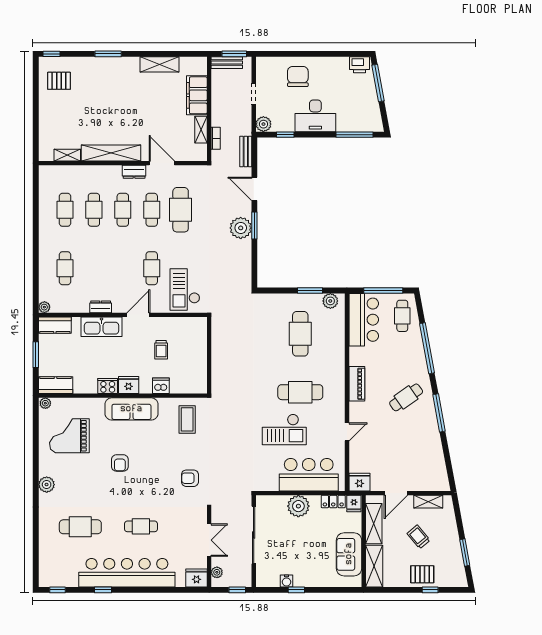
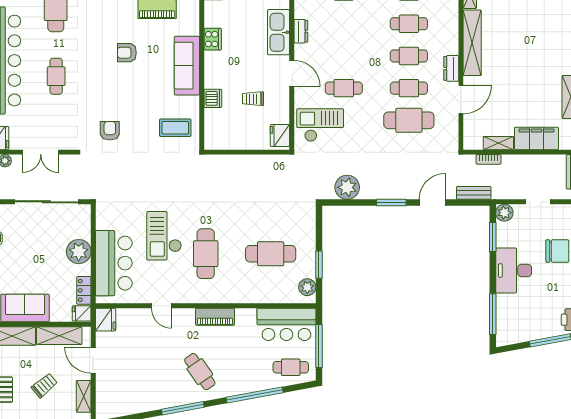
window: (285, 135) -> (493, 237), width x1.50
plant: (241, 228) -> (347, 187), moved
fridge: (129, 385) -> (280, 136), moved, turned 180

